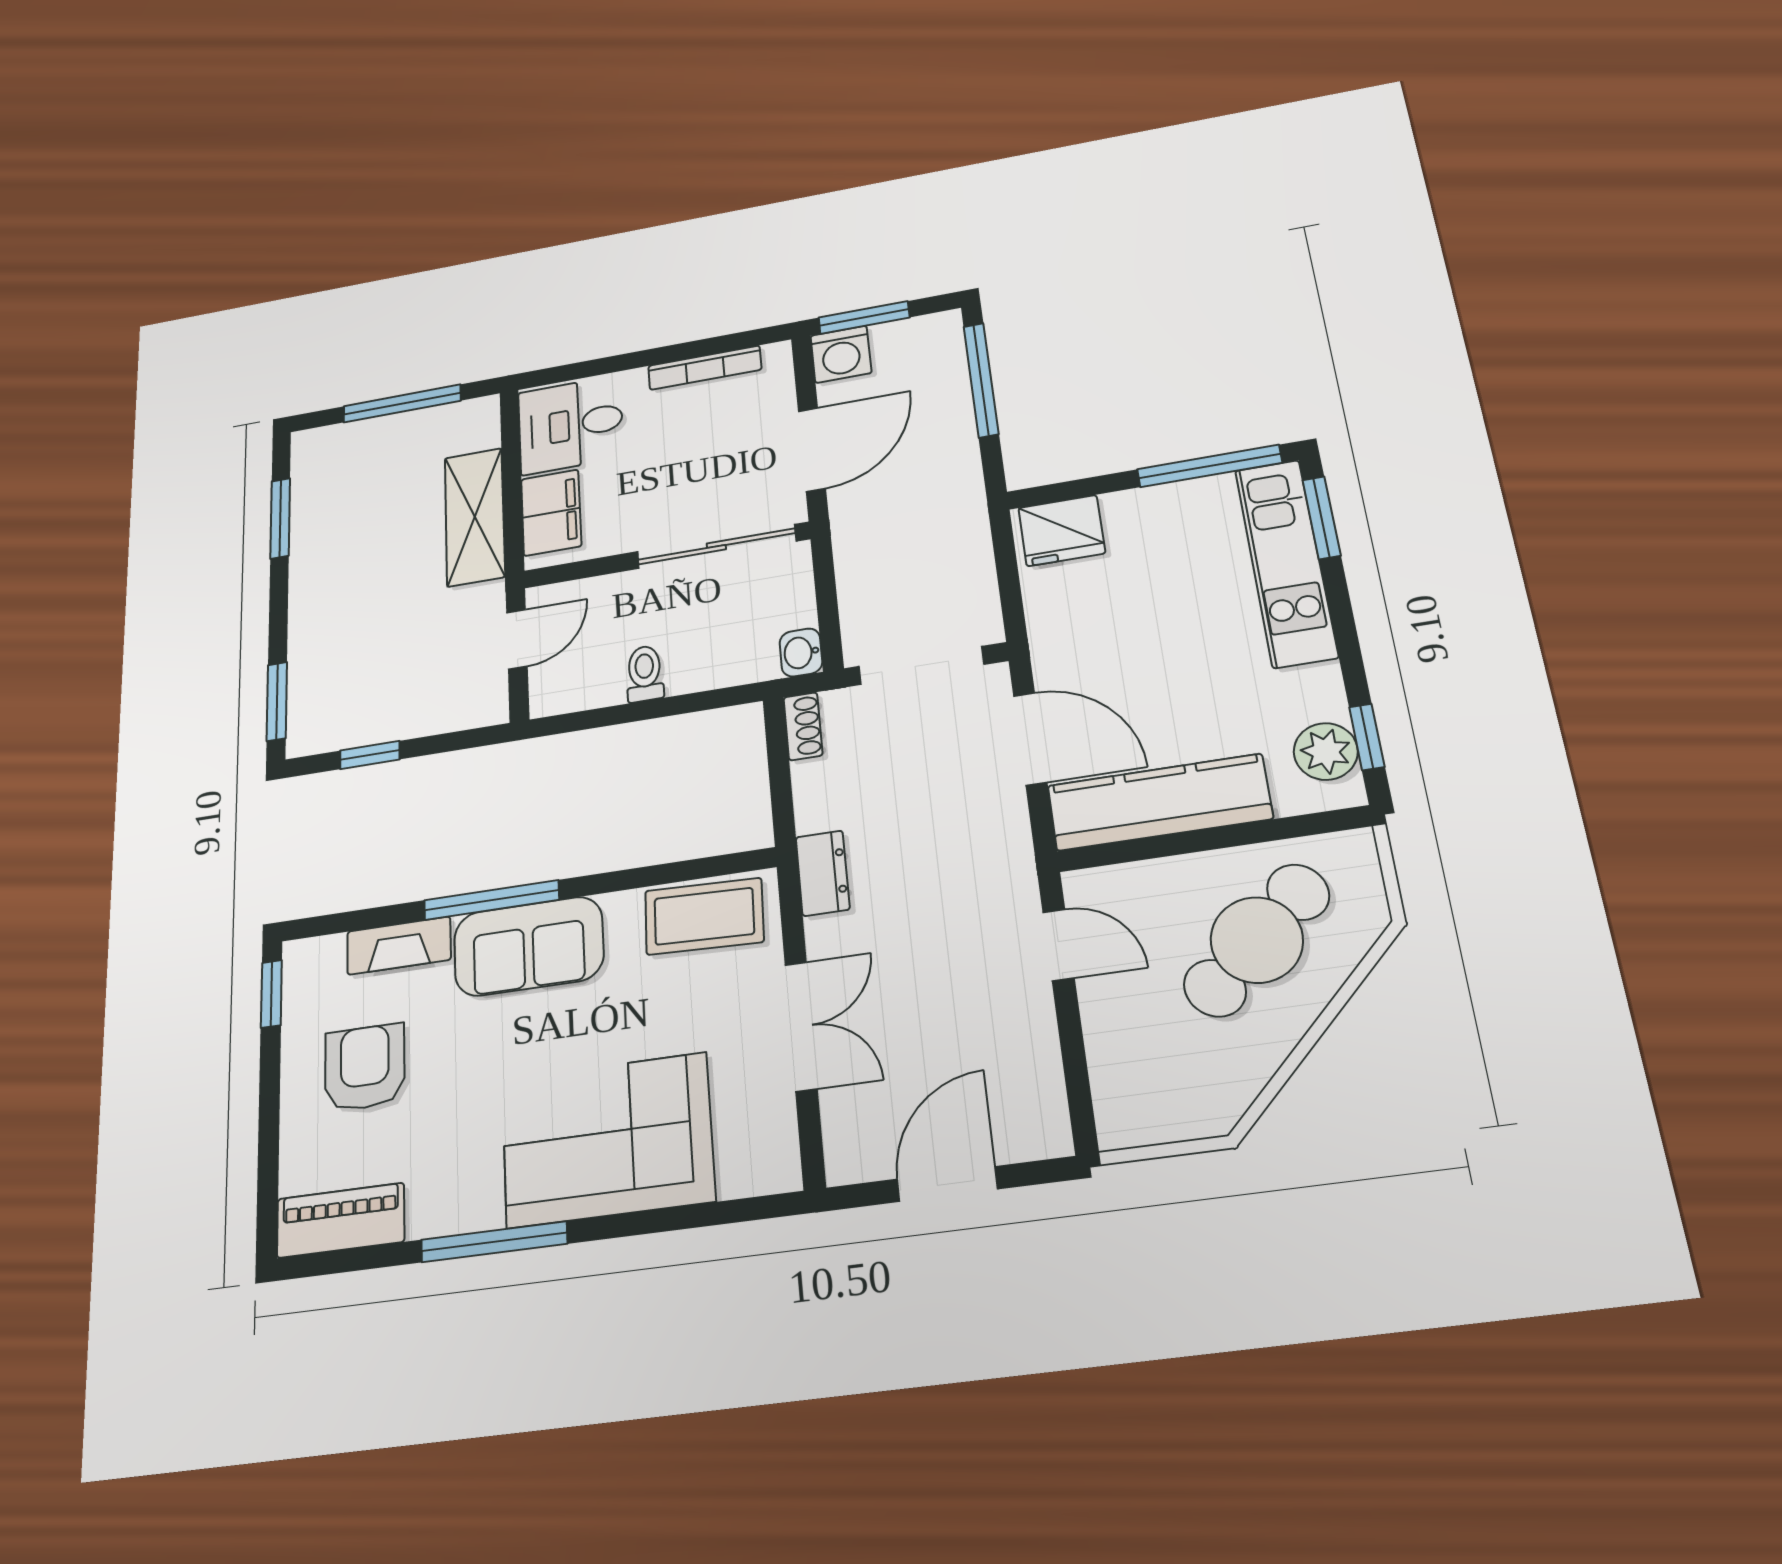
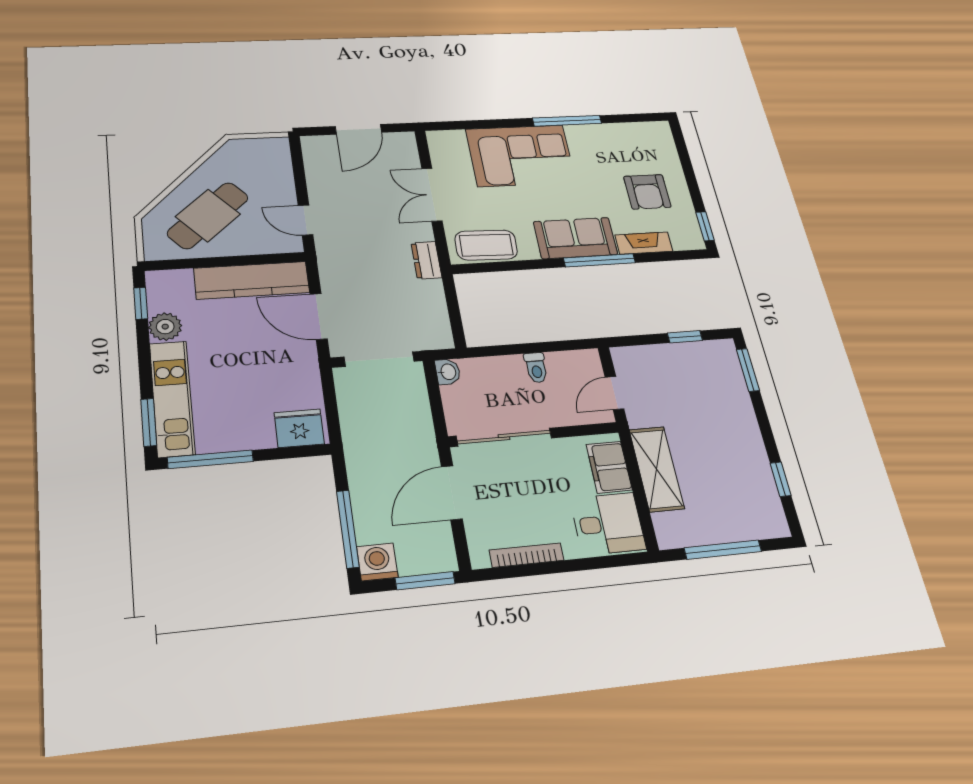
washing machine: (841, 354) -> (377, 562), moved
window: (280, 518) -> (781, 479), width x0.67
shoe rack: (803, 726) -> (443, 333), removed
plant: (1326, 751) -> (165, 327), moved
piano: (341, 1220) -> (642, 133), removed

